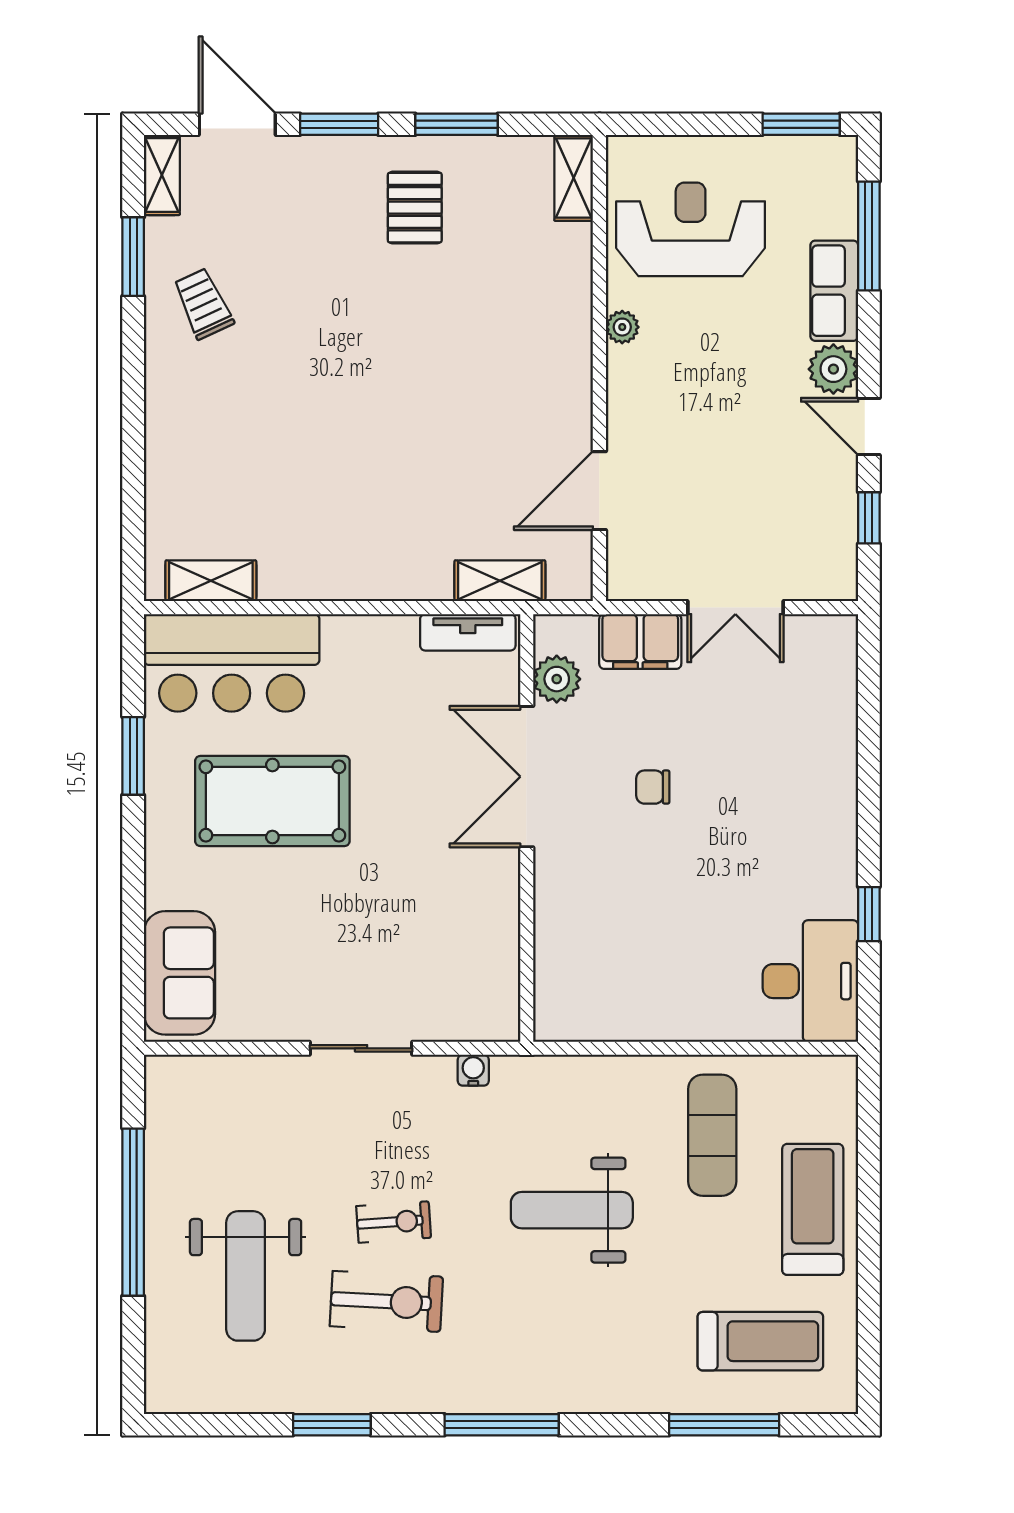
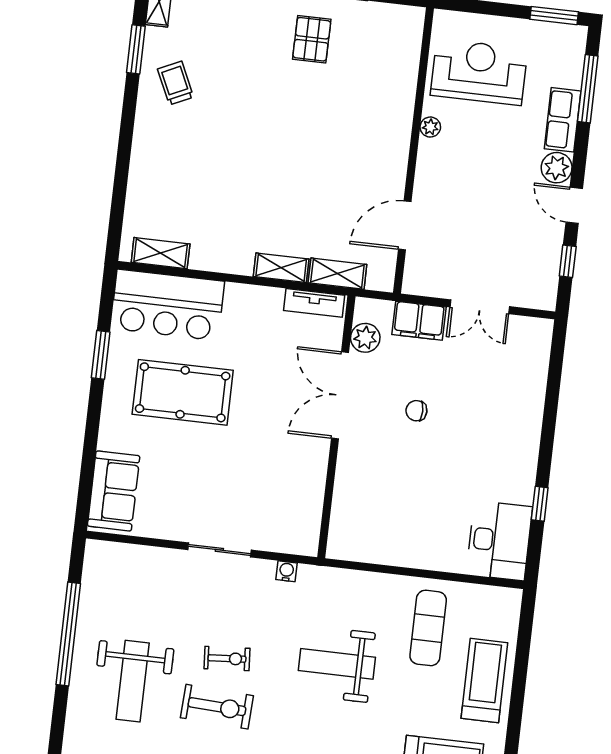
shelving: (574, 178) -> (281, 268), moved, turned 90

